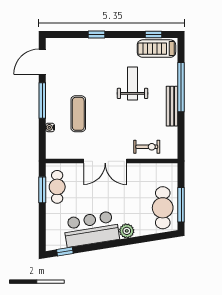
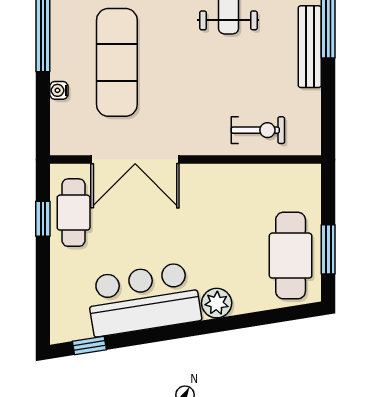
exercise mat: (78, 114) -> (117, 62), width x1.36, depth x1.45
double door: (105, 161) -> (135, 159), moved
window: (42, 190) -> (43, 219), width x0.67
window: (181, 205) -> (328, 249), width x0.69

